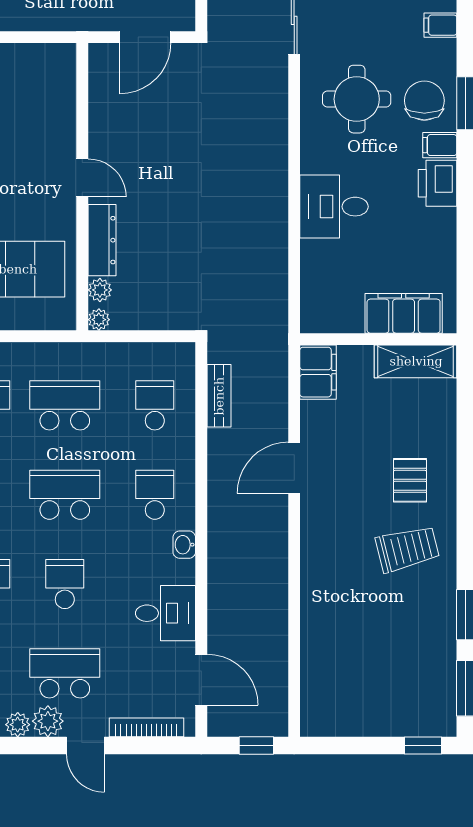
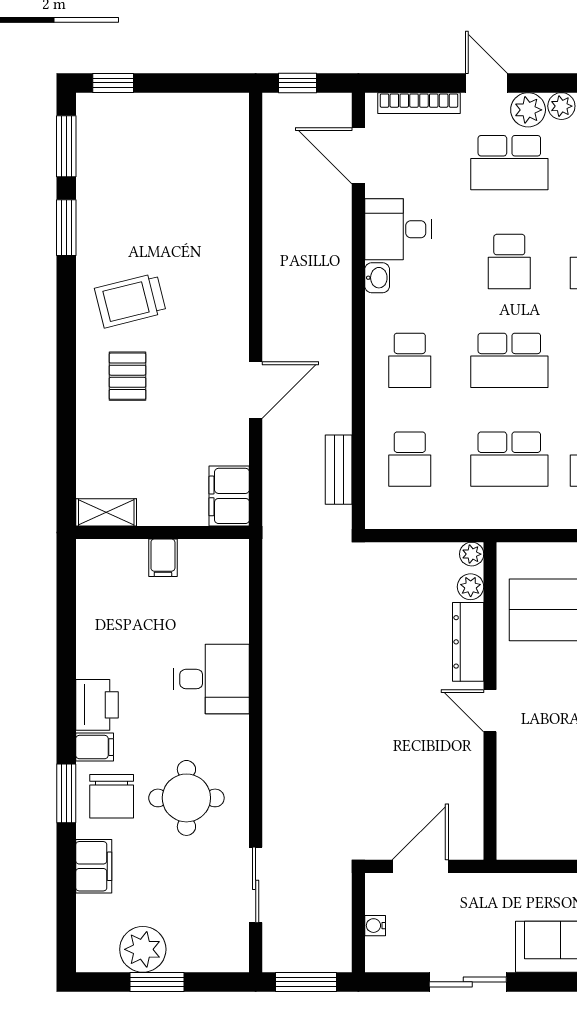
filing cabinet: (440, 25) -> (94, 866), width x2.00
filing cabinet: (404, 313) -> (163, 558), width x0.33, depth x0.86
shelving: (416, 361) -> (106, 512), width x0.67, depth x0.75
washbasin: (184, 545) -> (377, 278), moved

